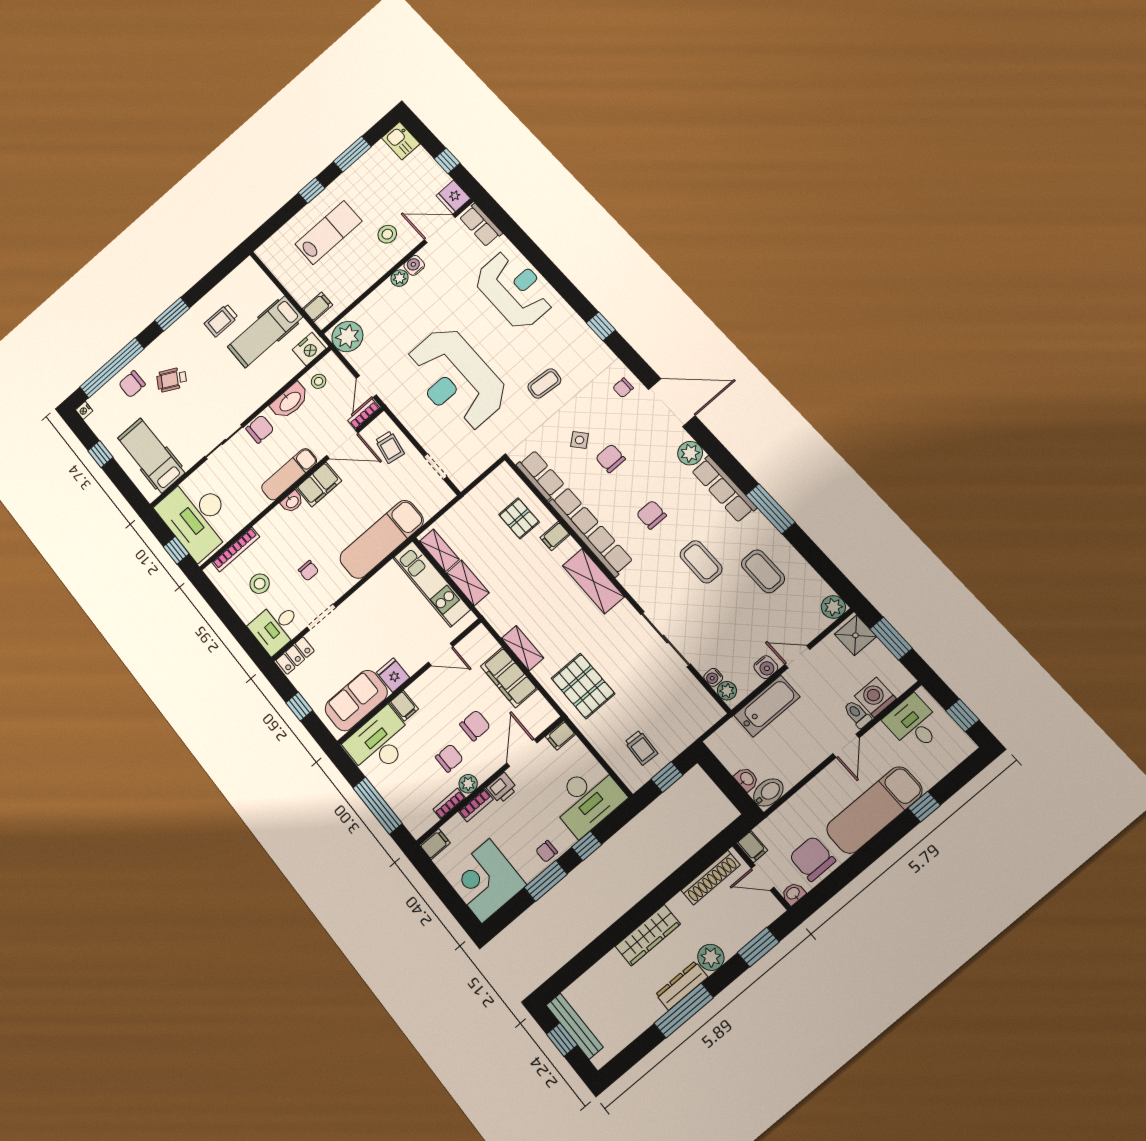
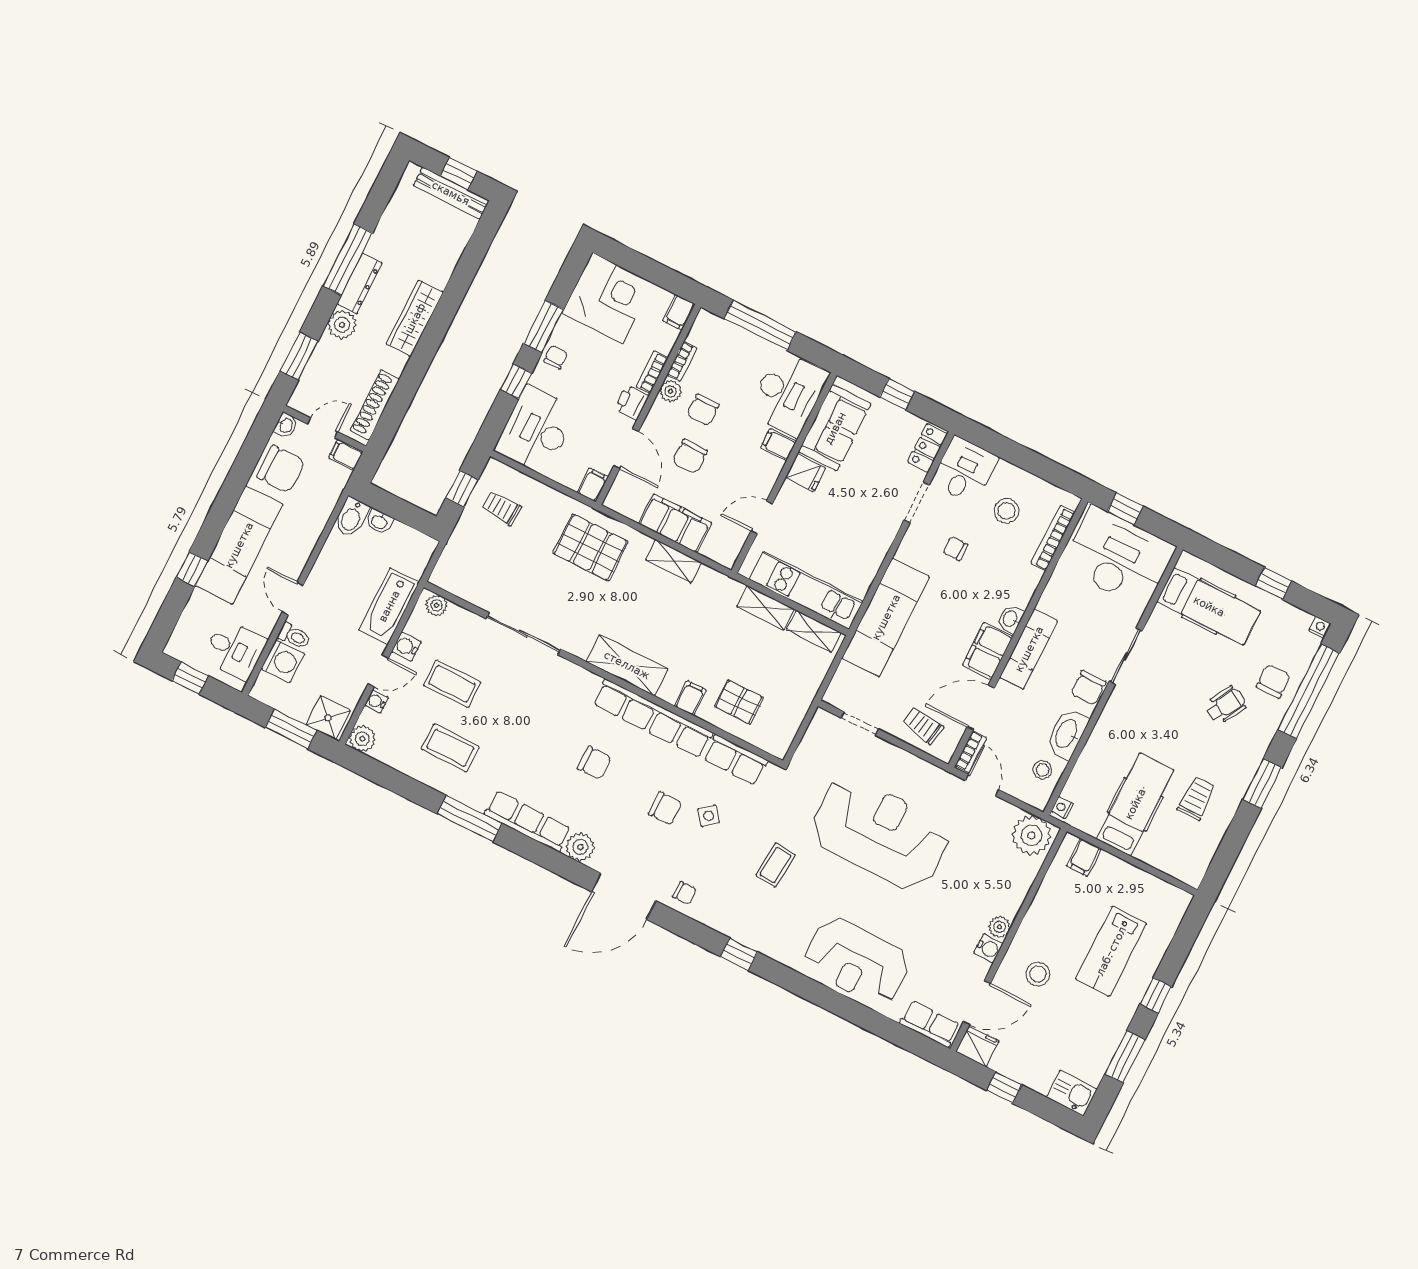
nightstand: (309, 349) -> (1062, 808), width x0.53, depth x0.56
chair: (623, 388) -> (685, 893), turned 90
coffee table: (701, 562) -> (452, 684), moved
water cooler: (713, 677) -> (376, 701), moved, turned -90

